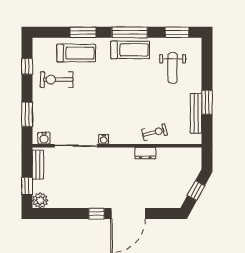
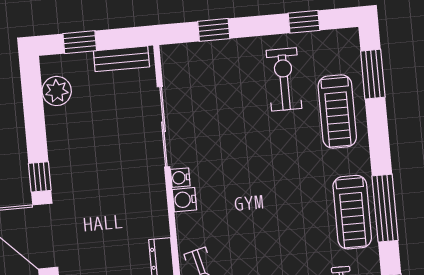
window: (83, 32) -> (373, 74), moved
window: (27, 114) -> (214, 30), width x0.67
water cooler: (44, 138) -> (184, 200), moved
plant: (40, 200) -> (57, 91), moved

